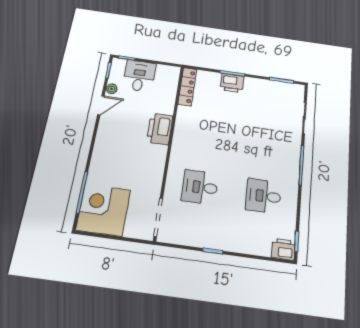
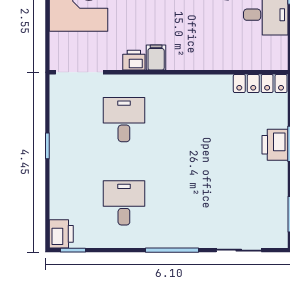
printer: (160, 129) -> (134, 60), moved, width x0.53, depth x0.68
filing cabinet: (157, 156) -> (156, 58), added

